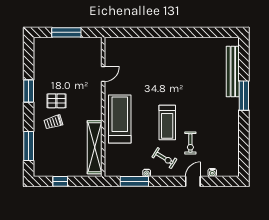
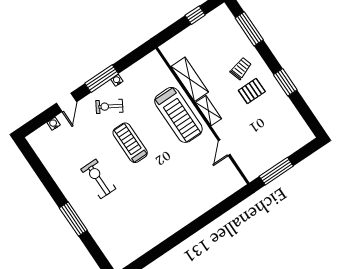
window: (66, 32) -> (276, 171), moved
bench: (233, 71) -> (100, 235), removed
shelving: (96, 108) -> (208, 111), added
exercise bike: (190, 143) -> (98, 179), moved, width x1.38, depth x1.39
shelving: (95, 147) -> (190, 79), width x0.68
window: (134, 181) -> (102, 79), moved

